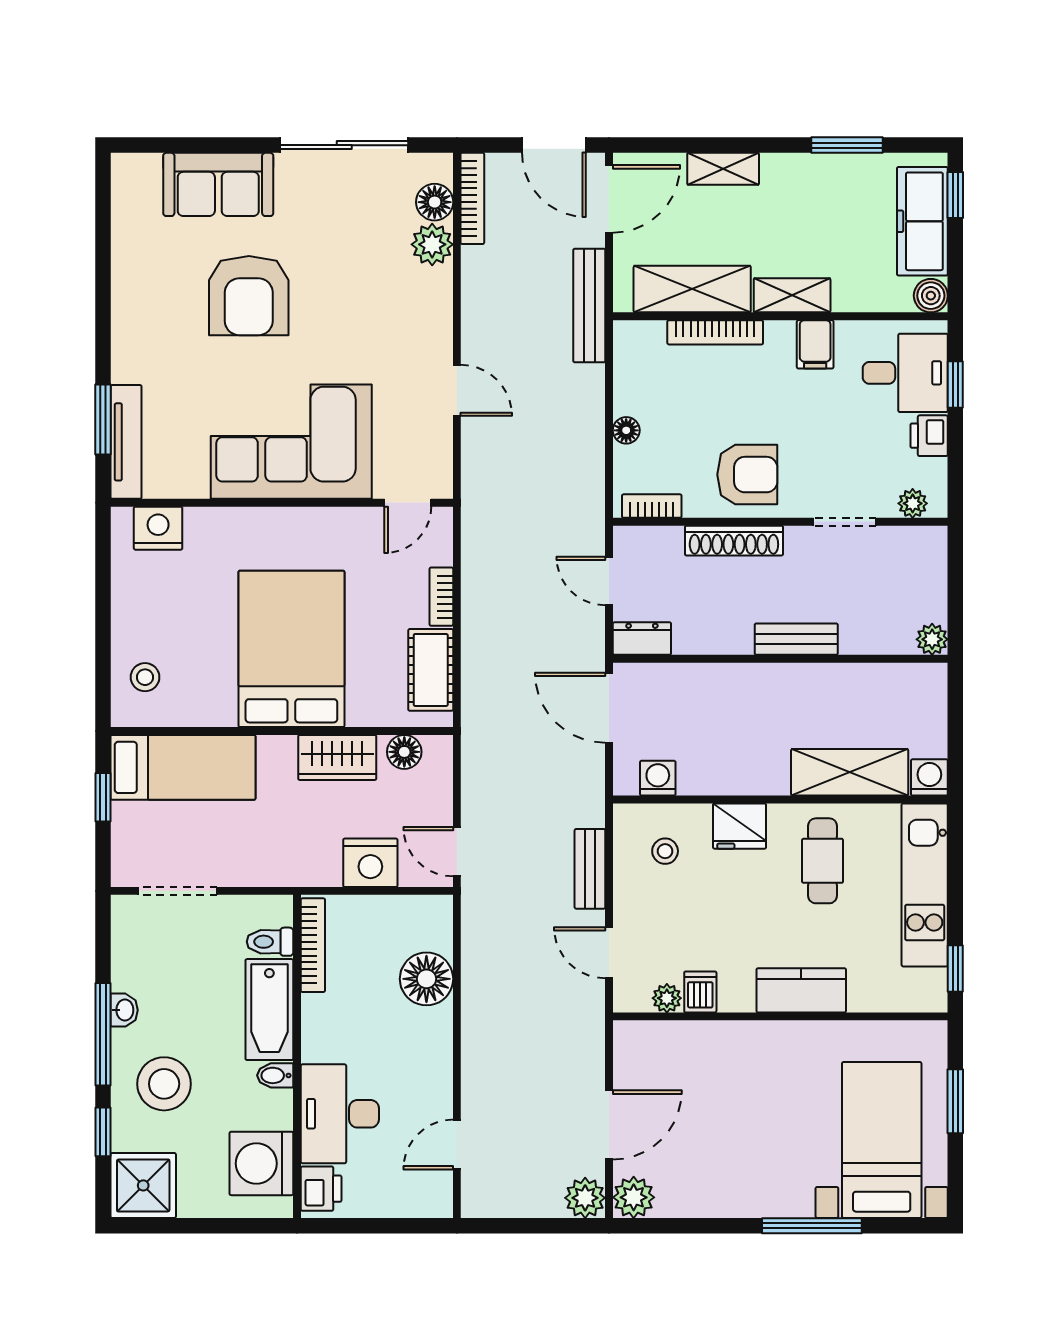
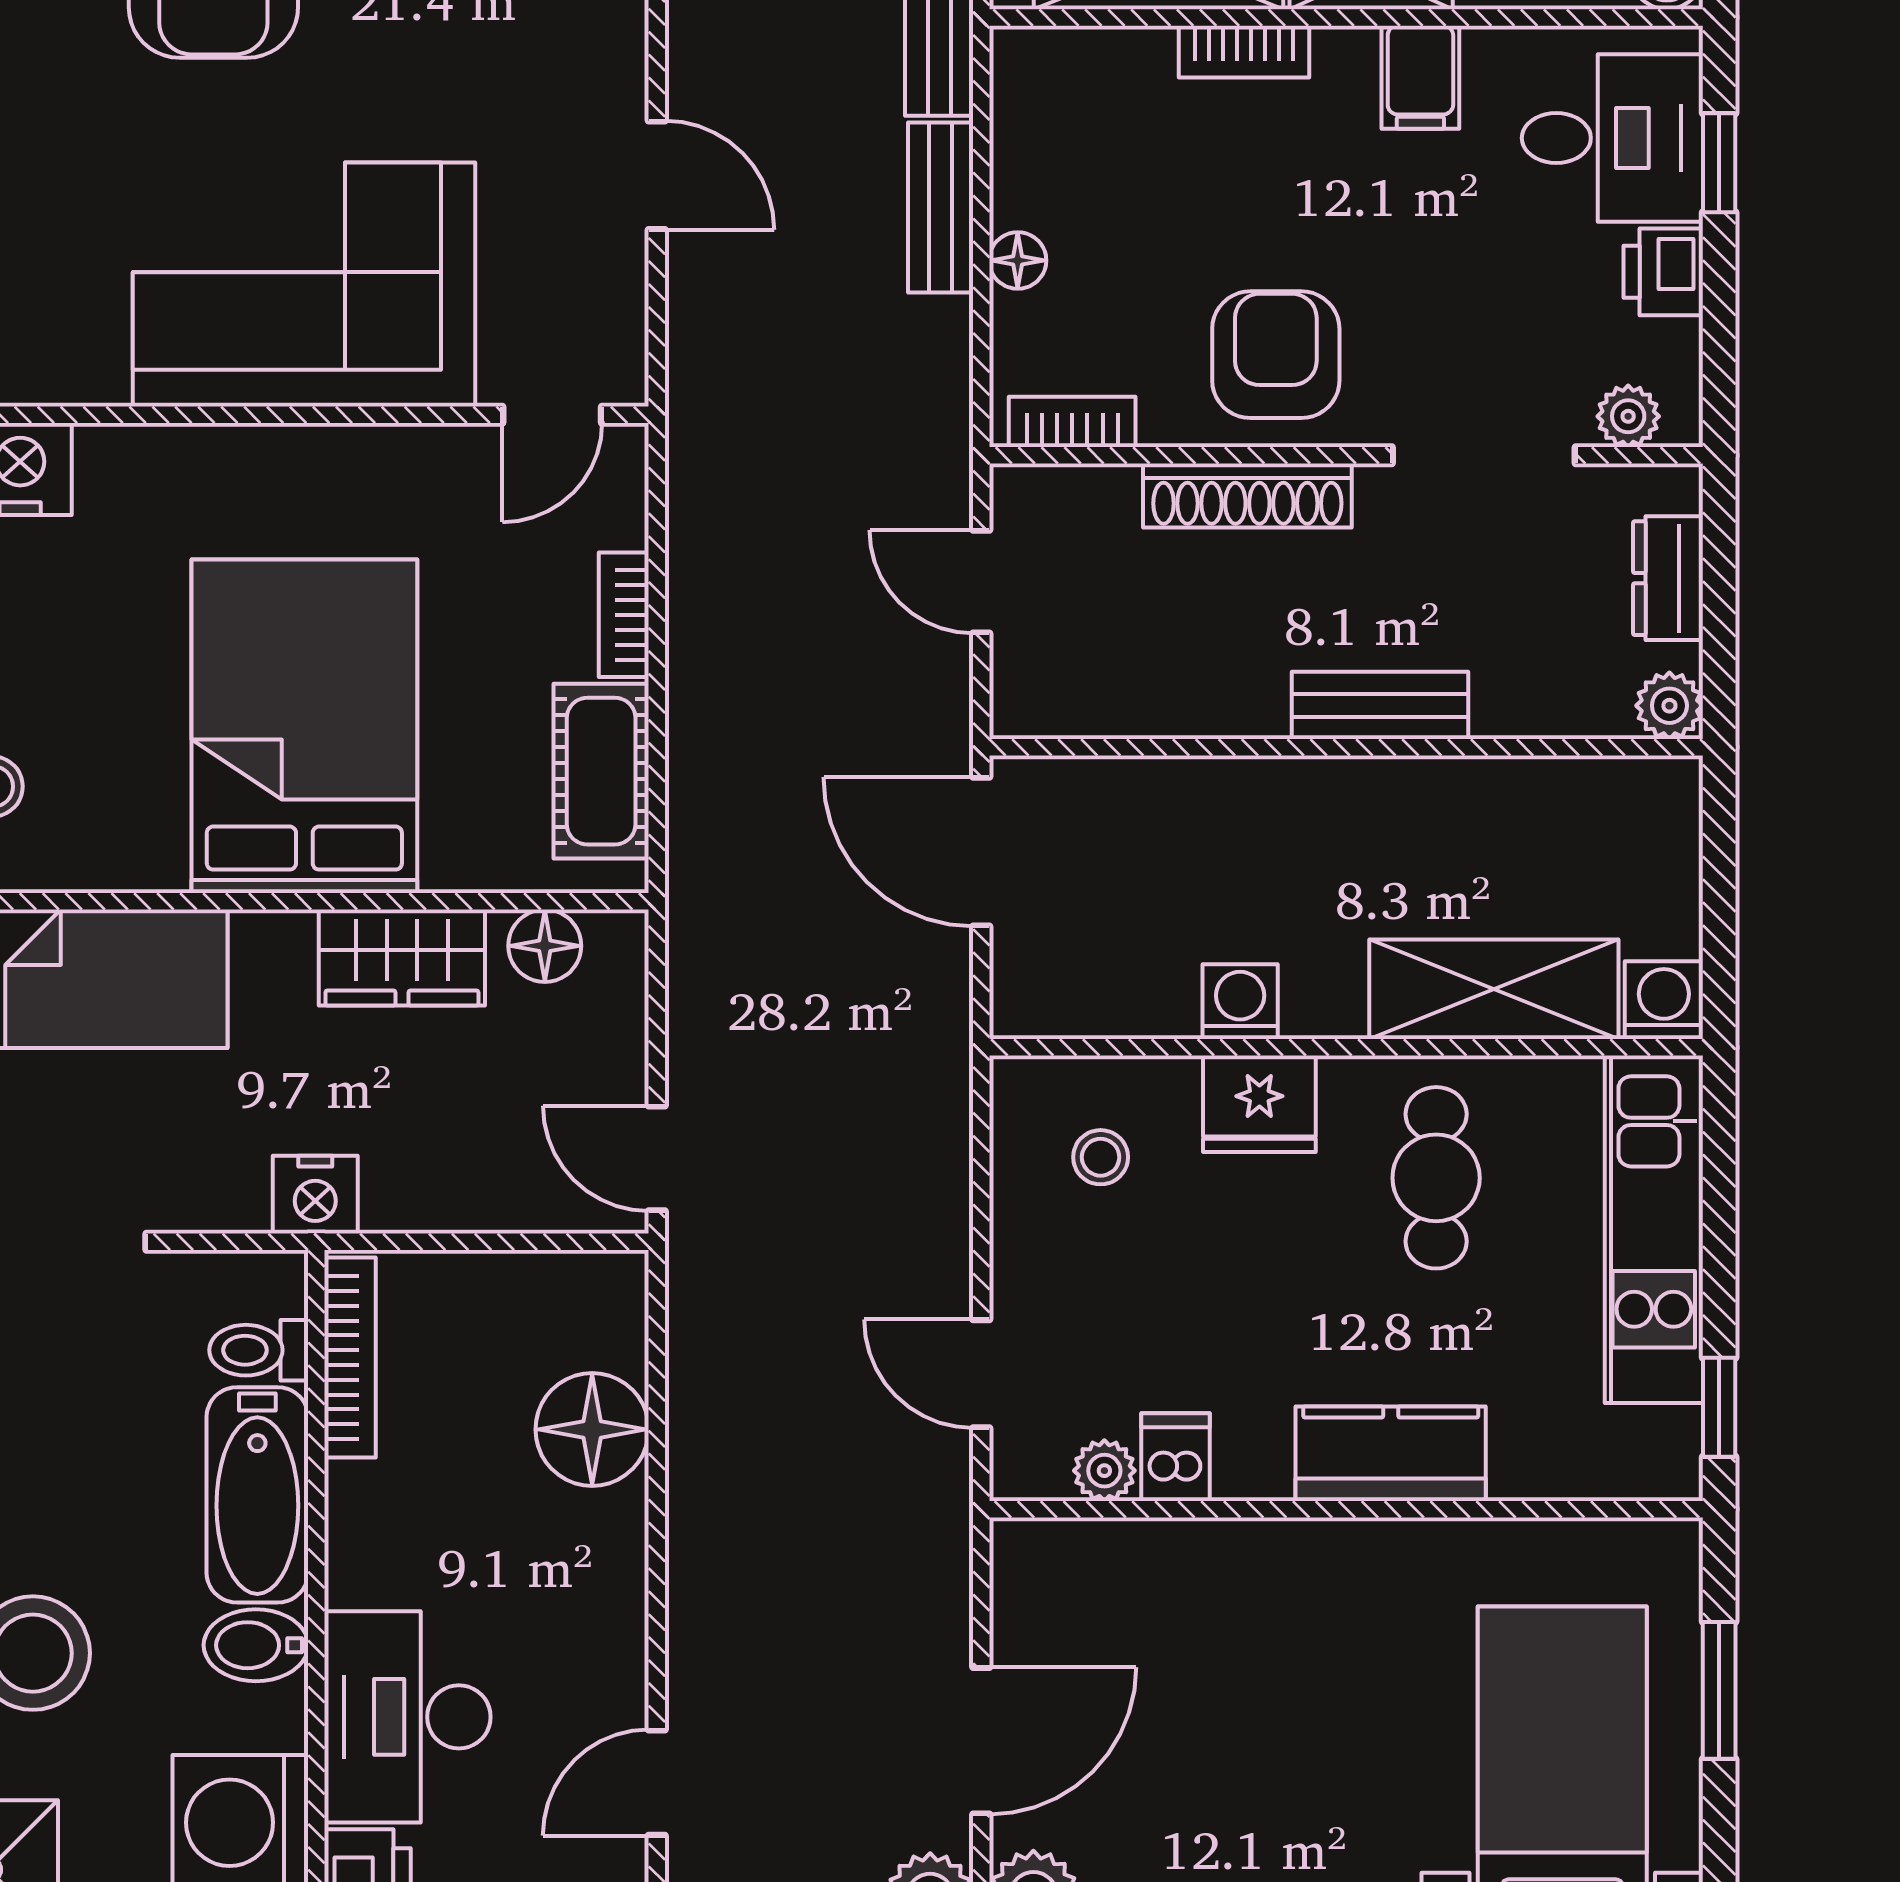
bookcase: (715, 332) -> (1244, 52), width x0.64
armchair: (747, 475) -> (1276, 355), turned -90
doorway: (845, 522) -> (1484, 455), width x1.38
dresser: (642, 639) -> (1668, 578), moved, turned -90
washing machine: (658, 778) -> (1240, 1002), moved
nightstand: (370, 863) -> (315, 1195), moved, width x0.74, depth x0.75
bench: (590, 869) -> (941, 208), moved
bidet: (275, 1075) -> (256, 1645), width x1.38, depth x1.36

